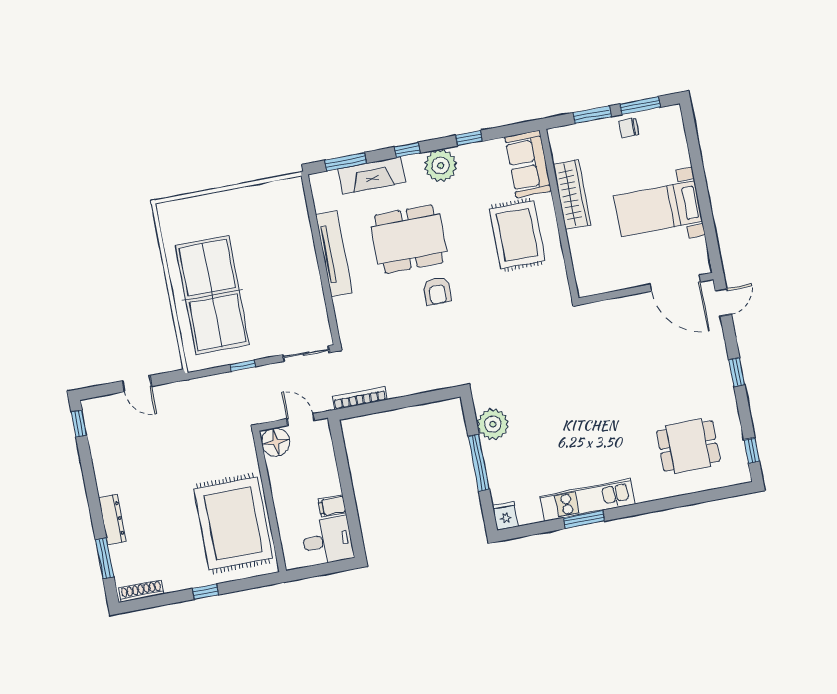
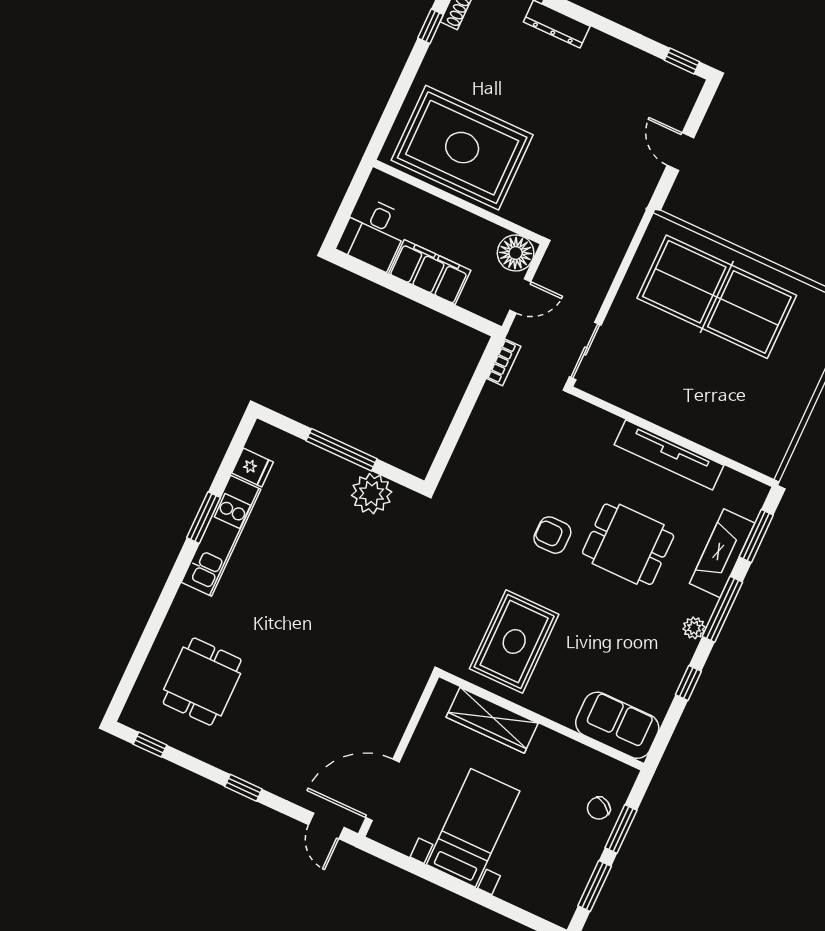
chair: (629, 128) -> (599, 808), moved, turned -148
window: (407, 150) -> (722, 609), width x2.17
plant: (441, 166) -> (694, 628), width x0.53, depth x0.53
wardrobe: (572, 194) -> (492, 720), moved
rug: (517, 235) -> (514, 642), moved, turned 90
dining table: (409, 239) -> (628, 544), width x0.73
window: (243, 366) -> (620, 276), removed
door: (137, 384) -> (680, 152), hinge flipped
bookcase: (360, 398) -> (504, 362), width x0.64
filing cabinet: (332, 506) -> (430, 272), width x3.00, depth x1.17
fridge: (505, 516) -> (252, 468), moved
window: (206, 592) -> (431, 26), moved

